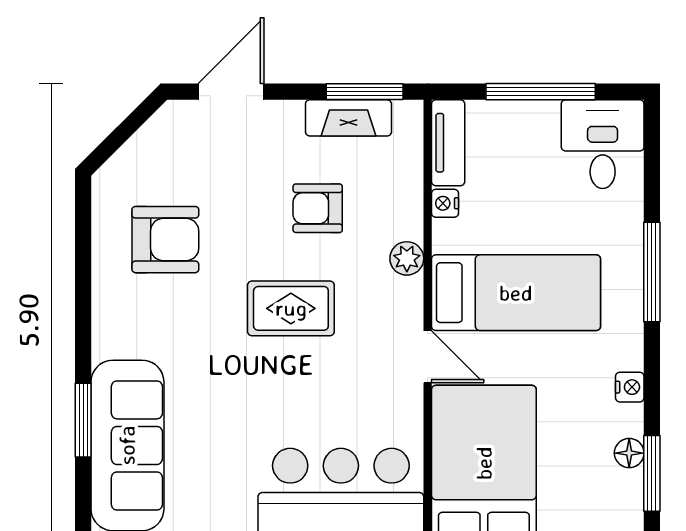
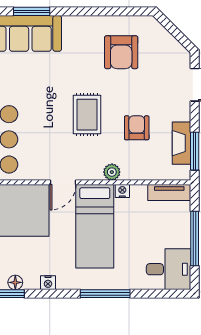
nightstand: (445, 203) -> (122, 191), moved

